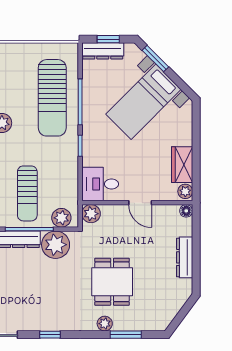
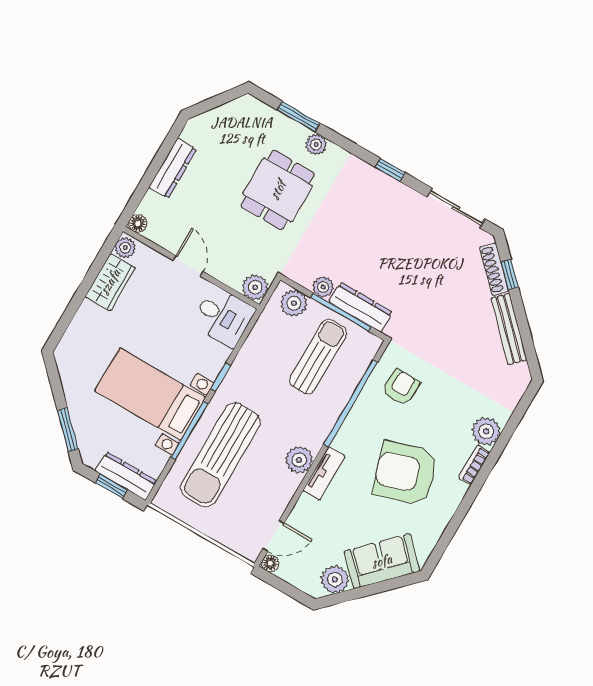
sun lounger: (52, 98) -> (220, 455), turned 180
bed with nightstands: (143, 102) -> (150, 394), moved, turned -135
plant: (56, 245) -> (323, 287), width x0.53, depth x0.53

